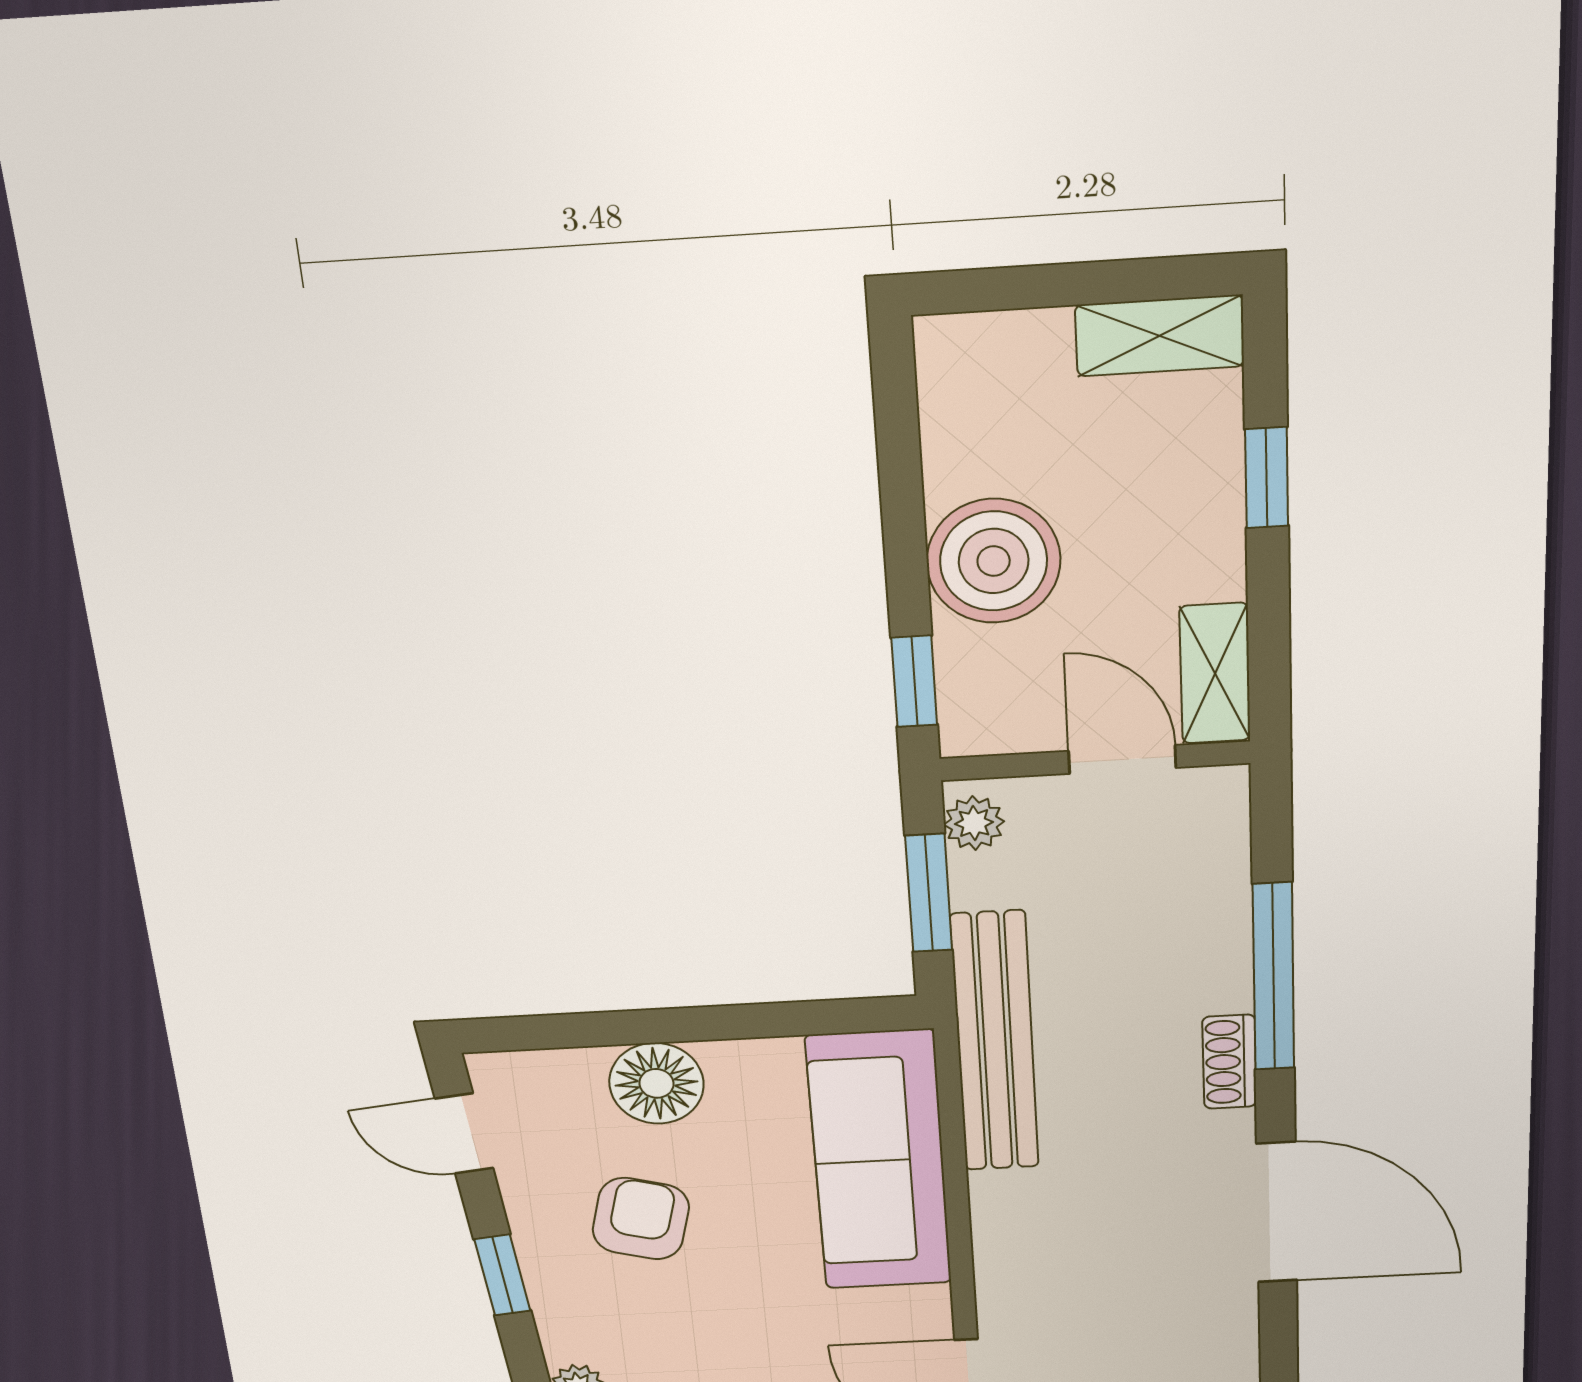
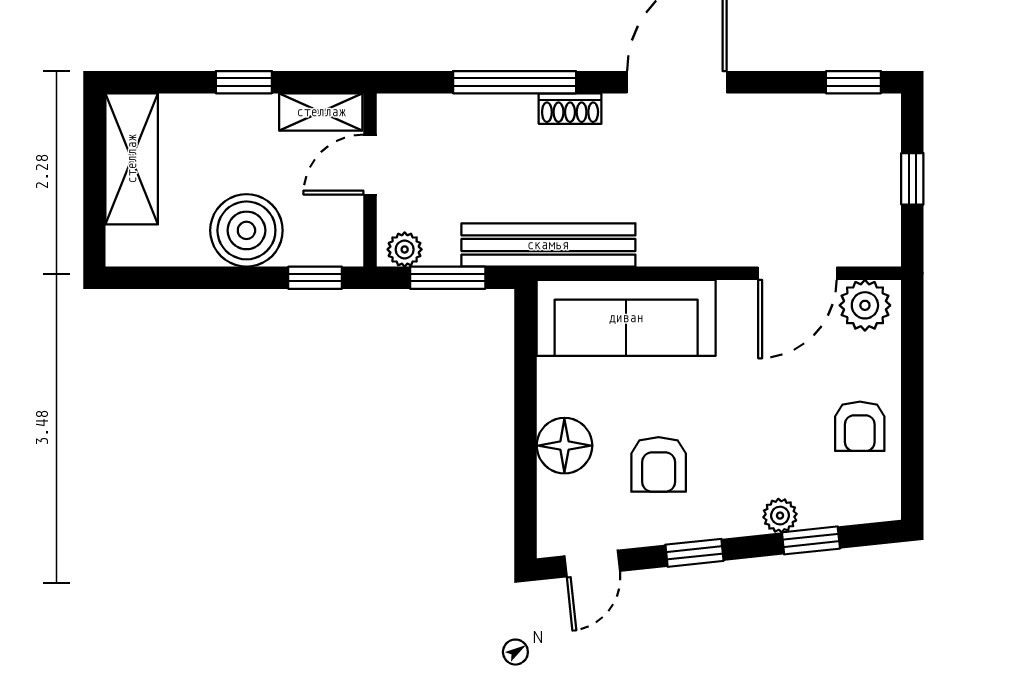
shelving: (1160, 336) -> (132, 159), width x1.50, depth x1.33
window: (1267, 478) -> (244, 82), moved
armchair: (641, 1219) -> (659, 464), turned -105

